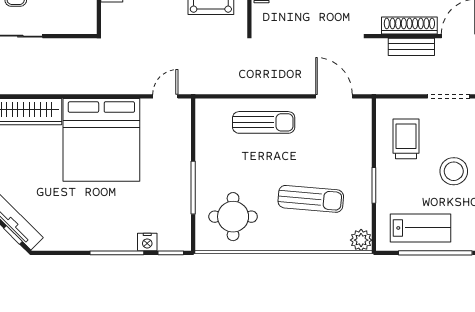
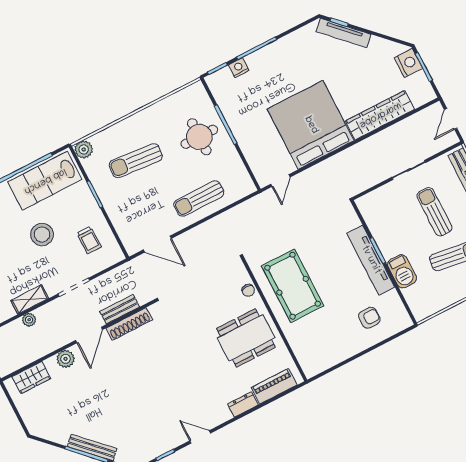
trolley: (406, 139) -> (89, 240), width x0.73, depth x0.72
round table: (233, 217) -> (199, 137), moved
lab bench: (421, 228) -> (45, 181), width x1.36, depth x1.39

